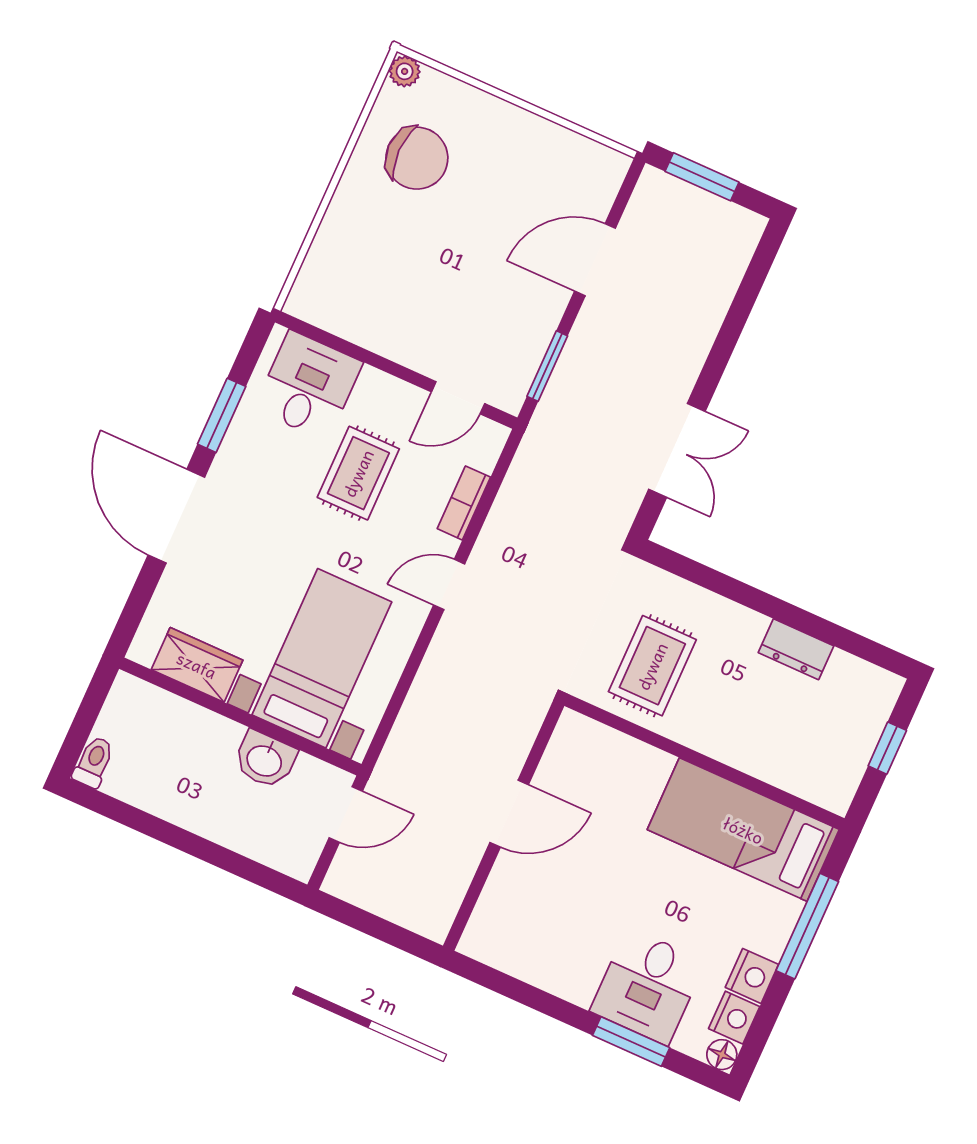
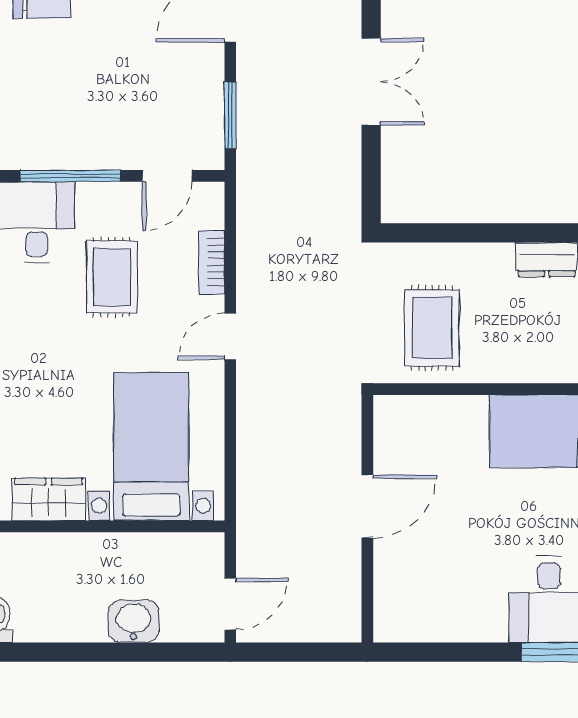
window: (362, 355) -> (70, 176), added
double door: (677, 450) -> (371, 82), moved
washbasin: (265, 760) -> (134, 621), moved, turned 180
door: (346, 814) -> (230, 604), moved

